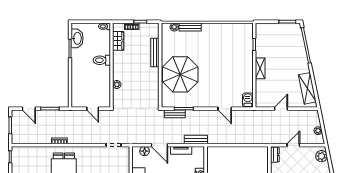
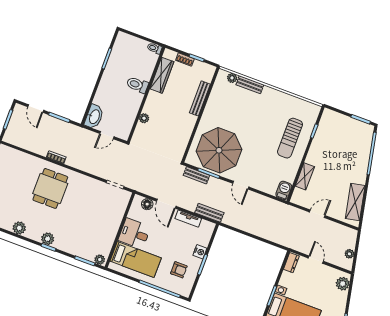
washbasin: (77, 38) -> (94, 117), moved
wardrobe: (118, 41) -> (162, 75), width x1.50
sun lounger: (237, 57) -> (290, 138), added
shelving: (260, 68) -> (305, 176), moved
parasol: (180, 74) -> (219, 150), moved
door: (93, 109) -> (107, 135), hinge flipped
door: (225, 109) -> (241, 185), moved
door: (293, 145) -> (316, 260), hinge flipped

